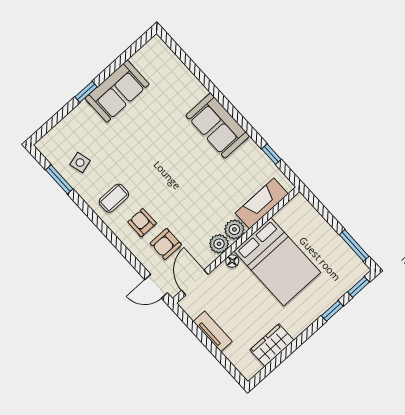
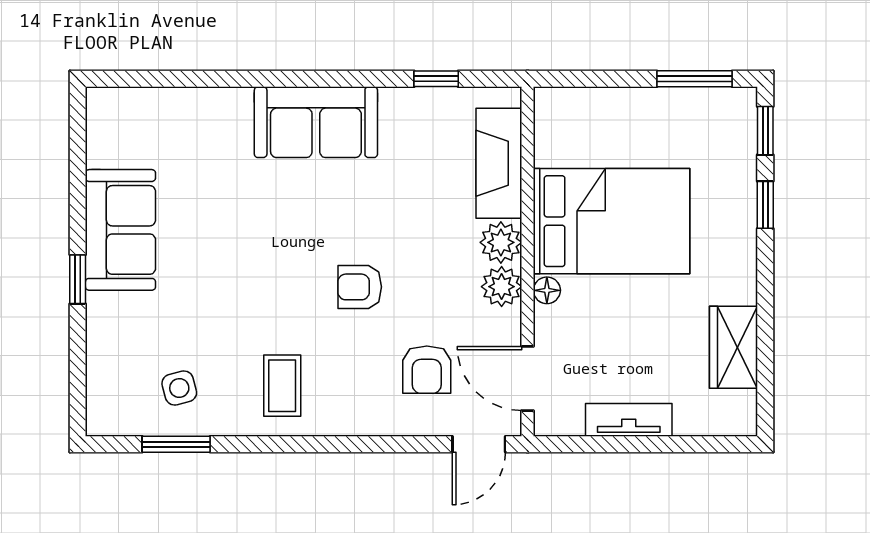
armchair: (142, 223) -> (360, 287), moved

